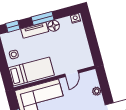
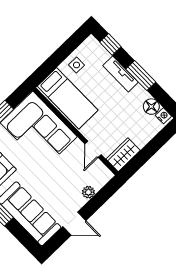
floor lamp: (54, 26) -> (151, 107), moved
wardrobe: (85, 57) -> (123, 155), added
door: (72, 74) -> (93, 149), hinge flipped

